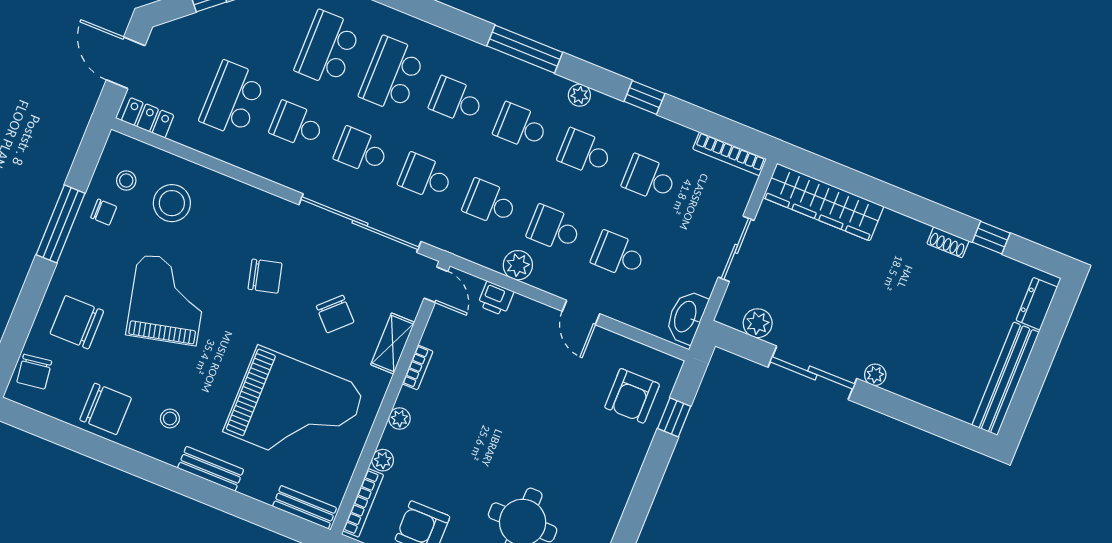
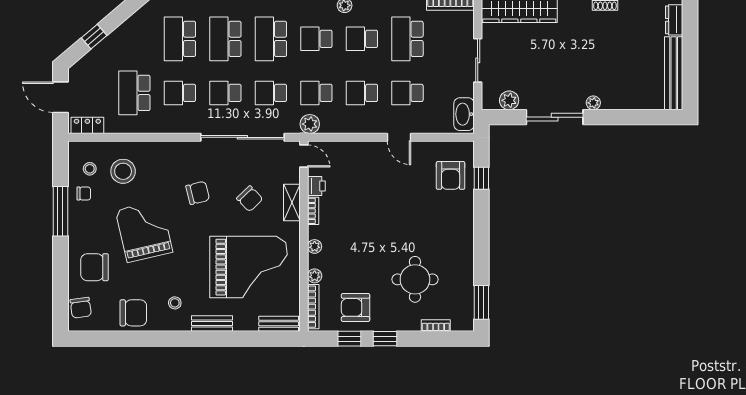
school desk: (456, 100) -> (271, 39), width x1.85
school desk: (649, 178) -> (407, 39), width x1.85
plant: (518, 265) -> (310, 124), moved
printer: (496, 298) -> (316, 186), moved, turned -90

